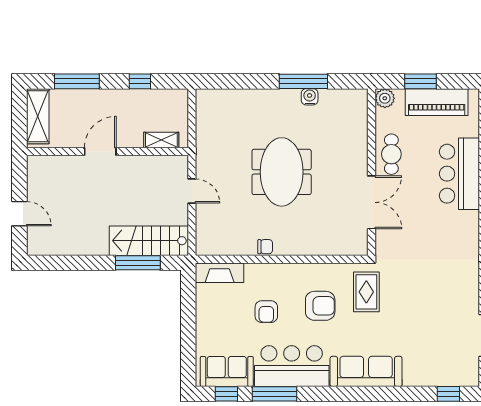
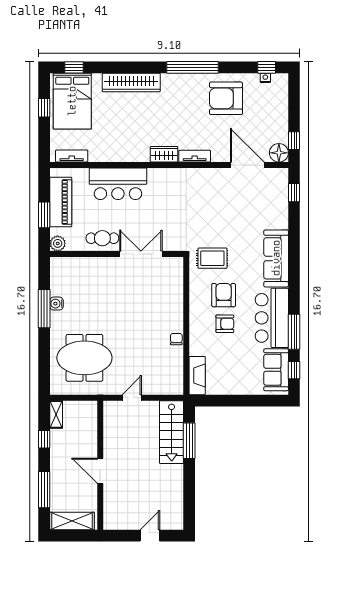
shelving: (161, 140) -> (56, 414), moved
meeting table: (282, 172) -> (84, 358), moved
armchair: (266, 312) -> (225, 324), moved

